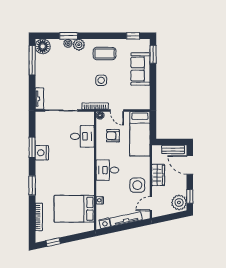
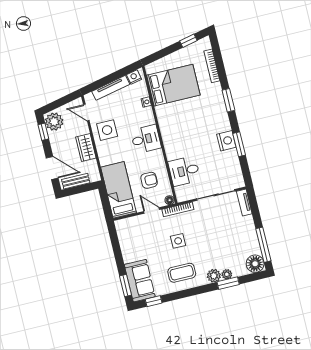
sofa: (140, 69) -> (140, 281), moved
door: (151, 204) -> (86, 113), swing flipped

